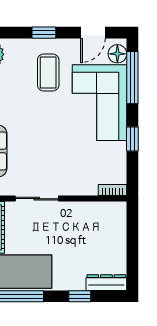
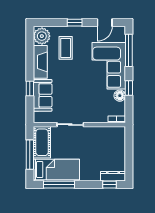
floor lamp: (117, 54) -> (120, 96), moved
coffee table: (48, 72) -> (66, 48), moved
window: (80, 296) -> (109, 185), moved

